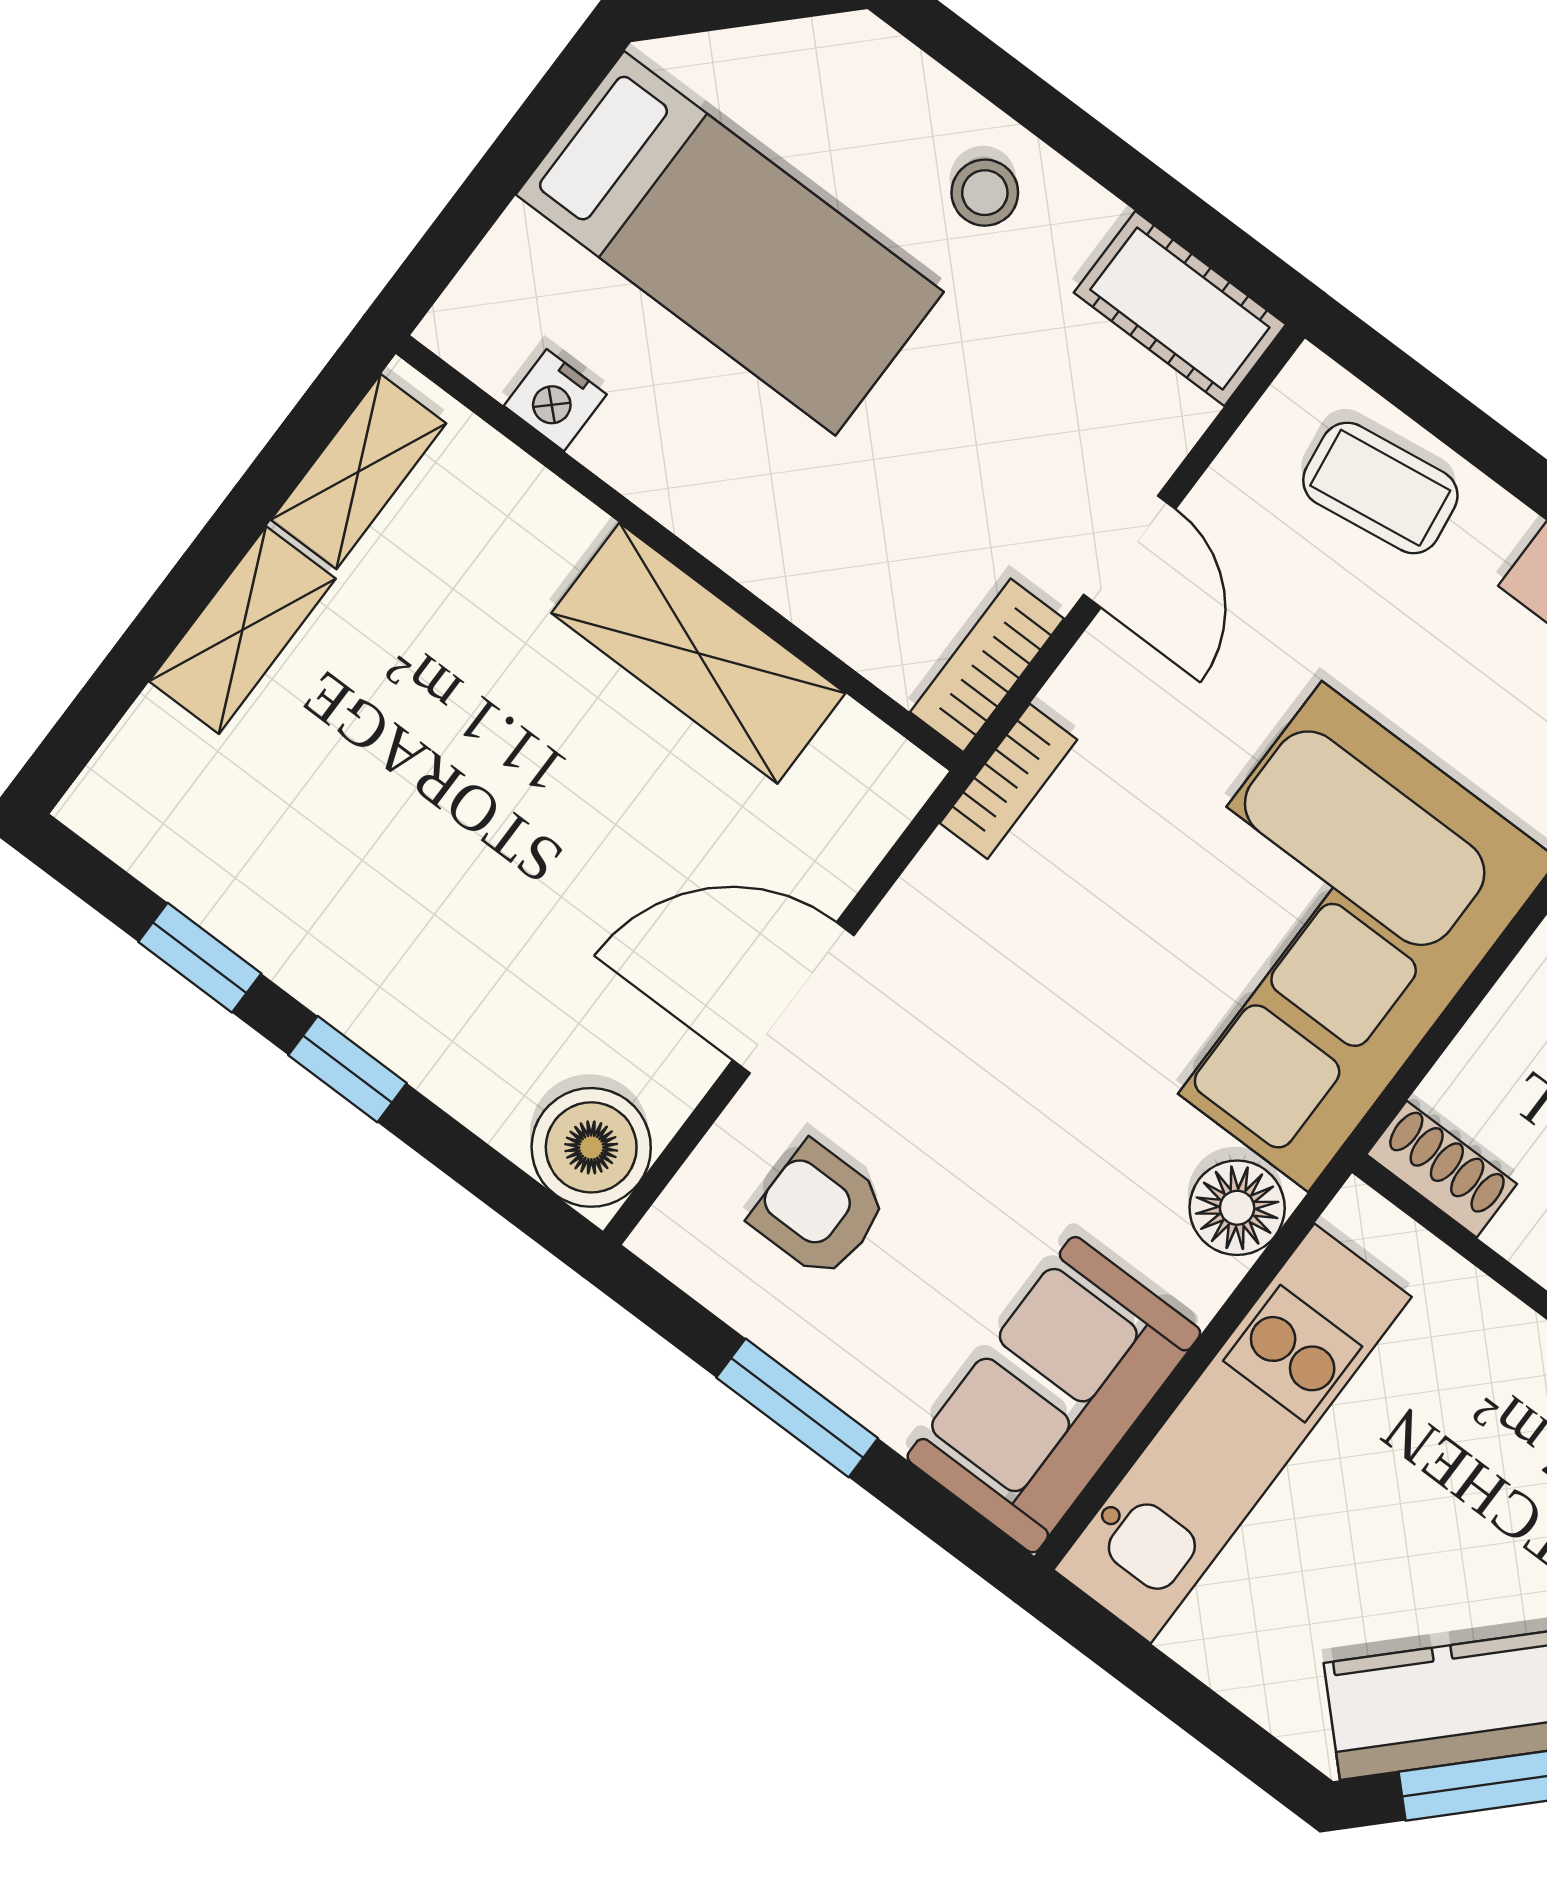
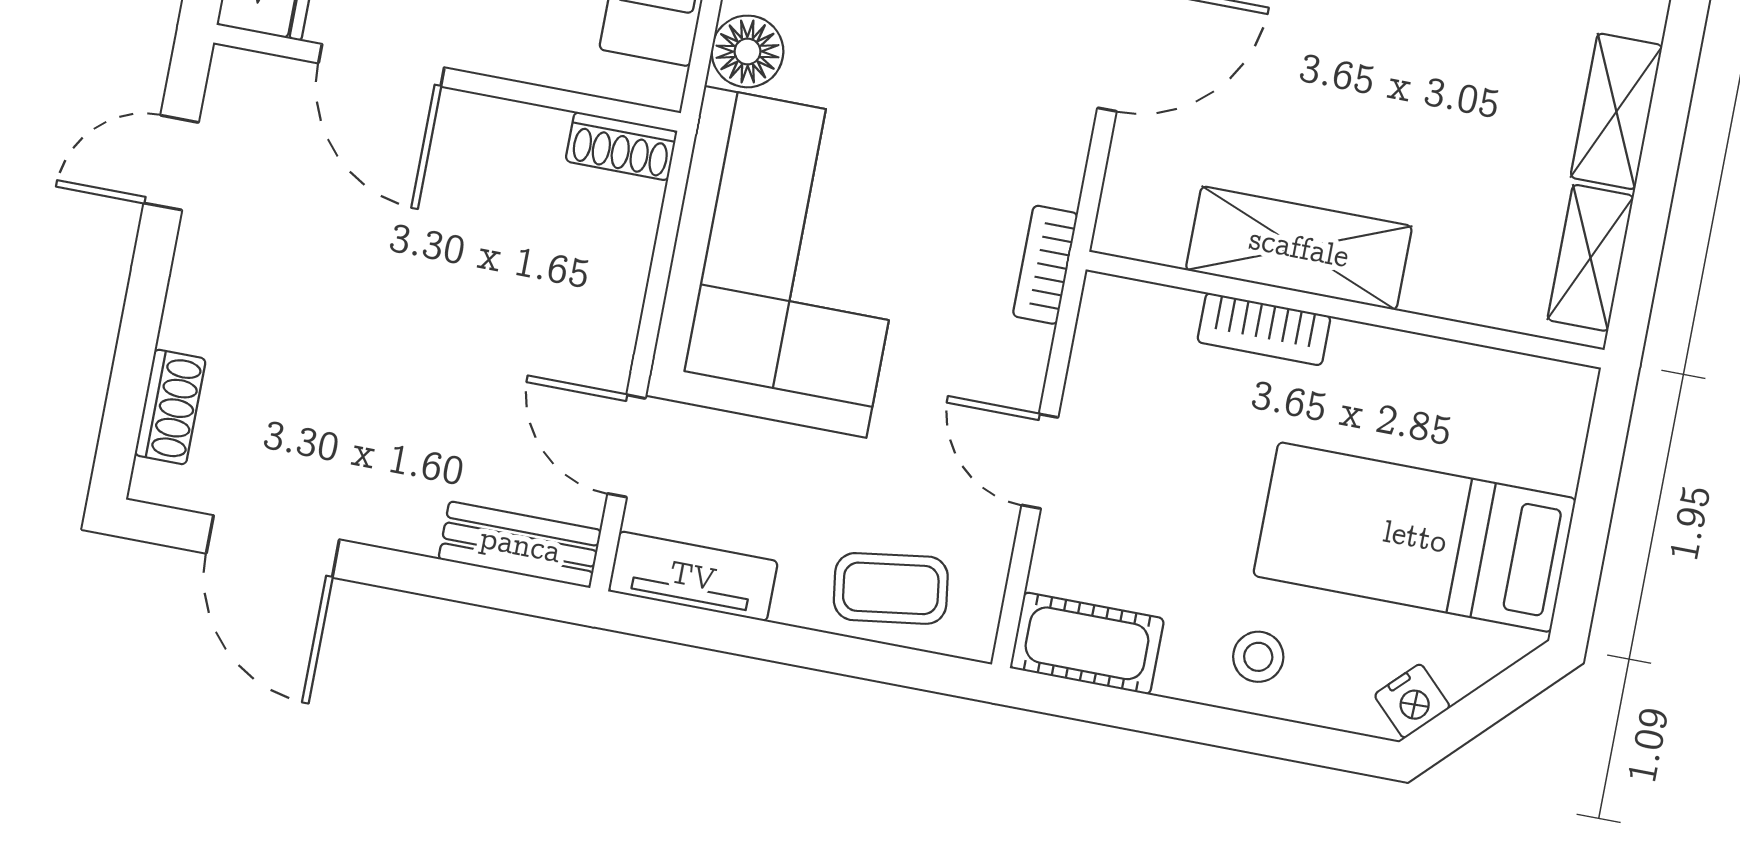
nightstand: (555, 400) -> (1412, 701), moved, turned 135
bookcase: (987, 665) -> (1264, 329), moved, turned 90

